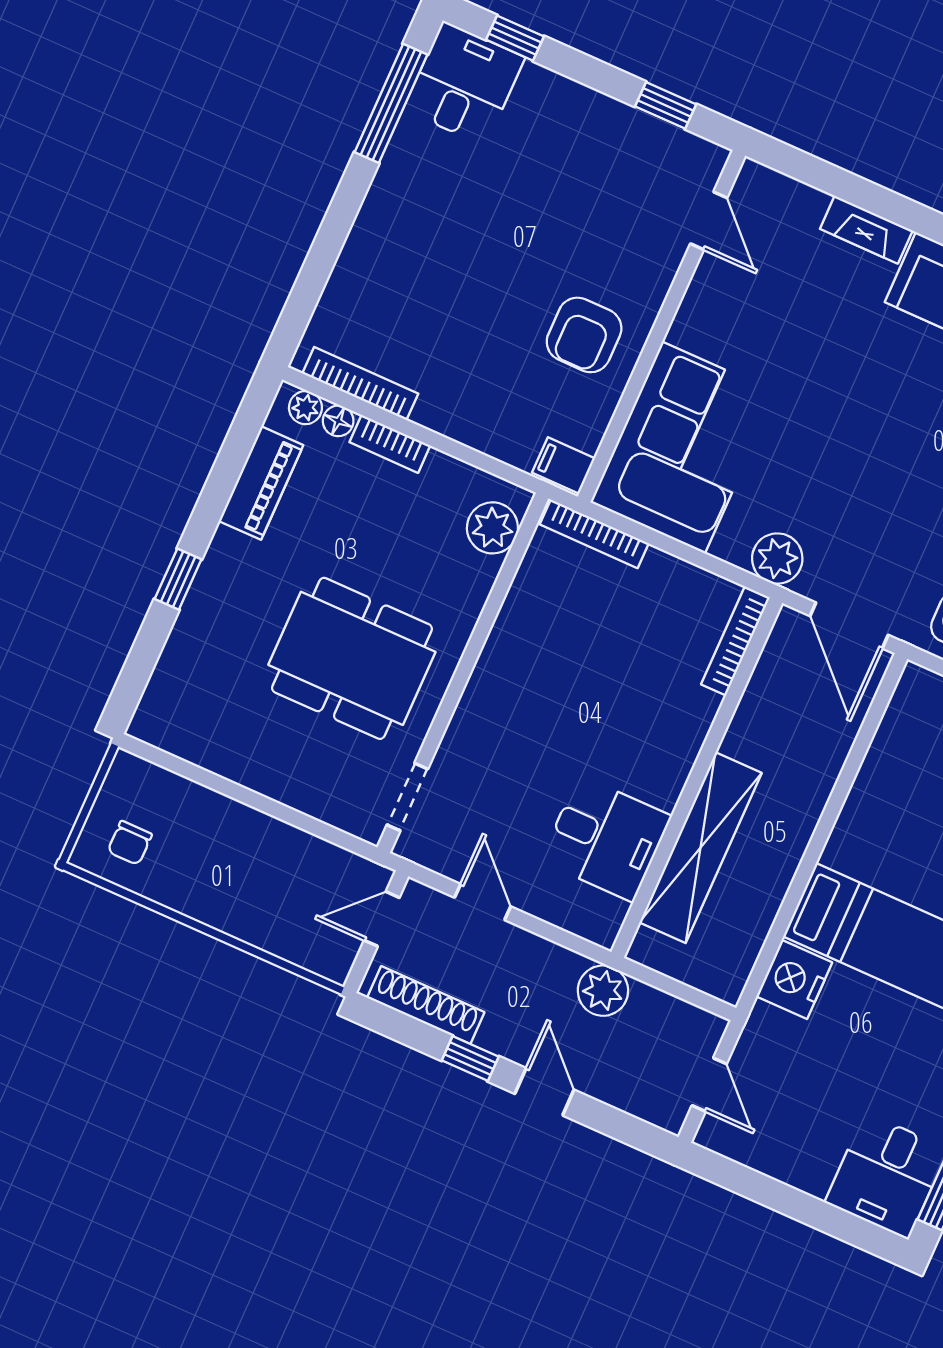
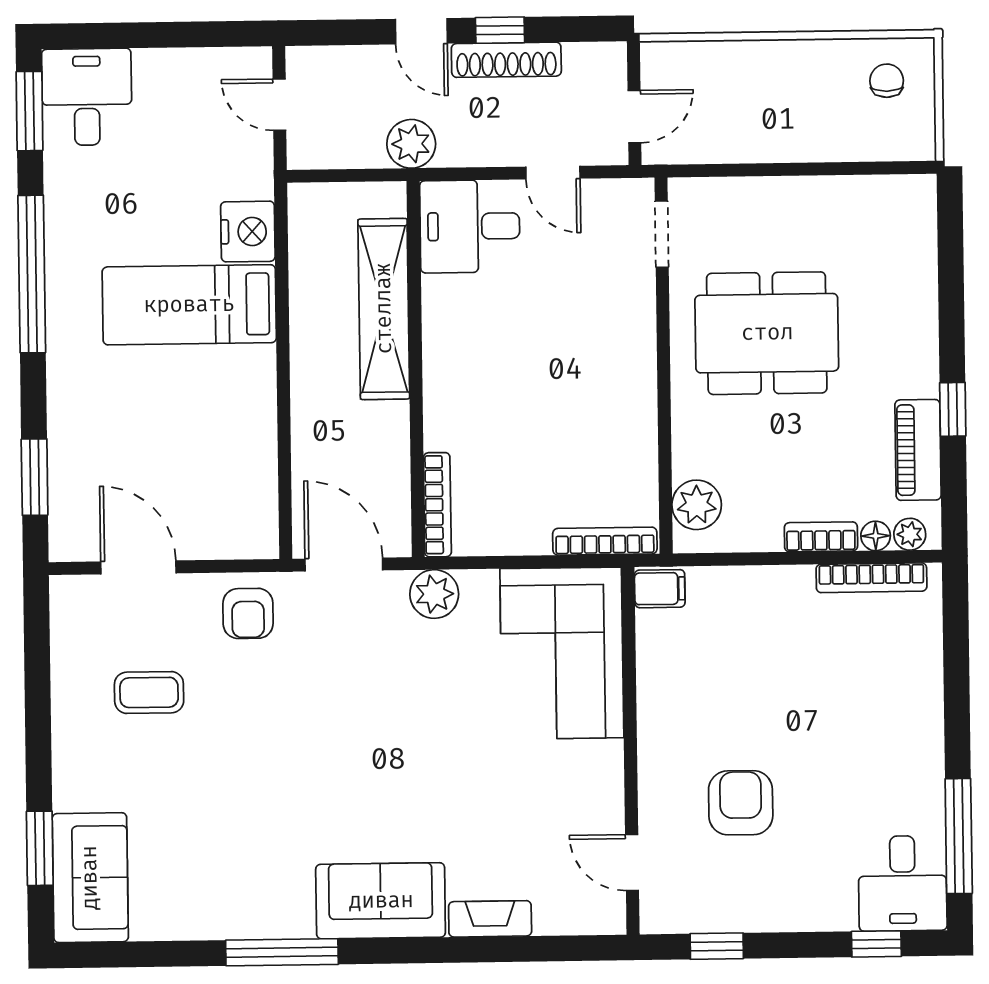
armchair: (584, 335) -> (741, 803), moved
window: (178, 579) -> (953, 409), moved
desk: (606, 839) -> (470, 226), moved
shoe rack: (426, 1005) -> (506, 60), moved

